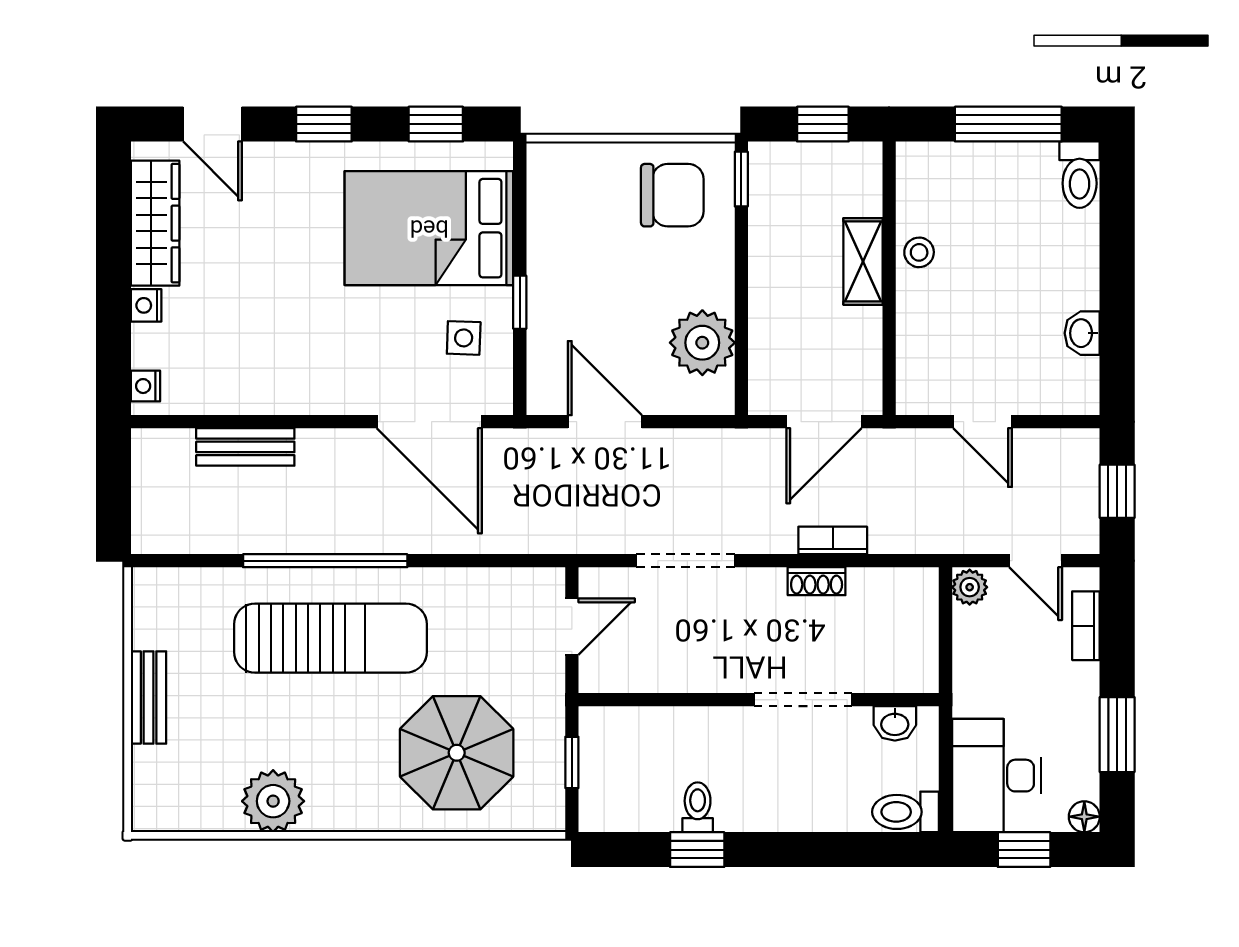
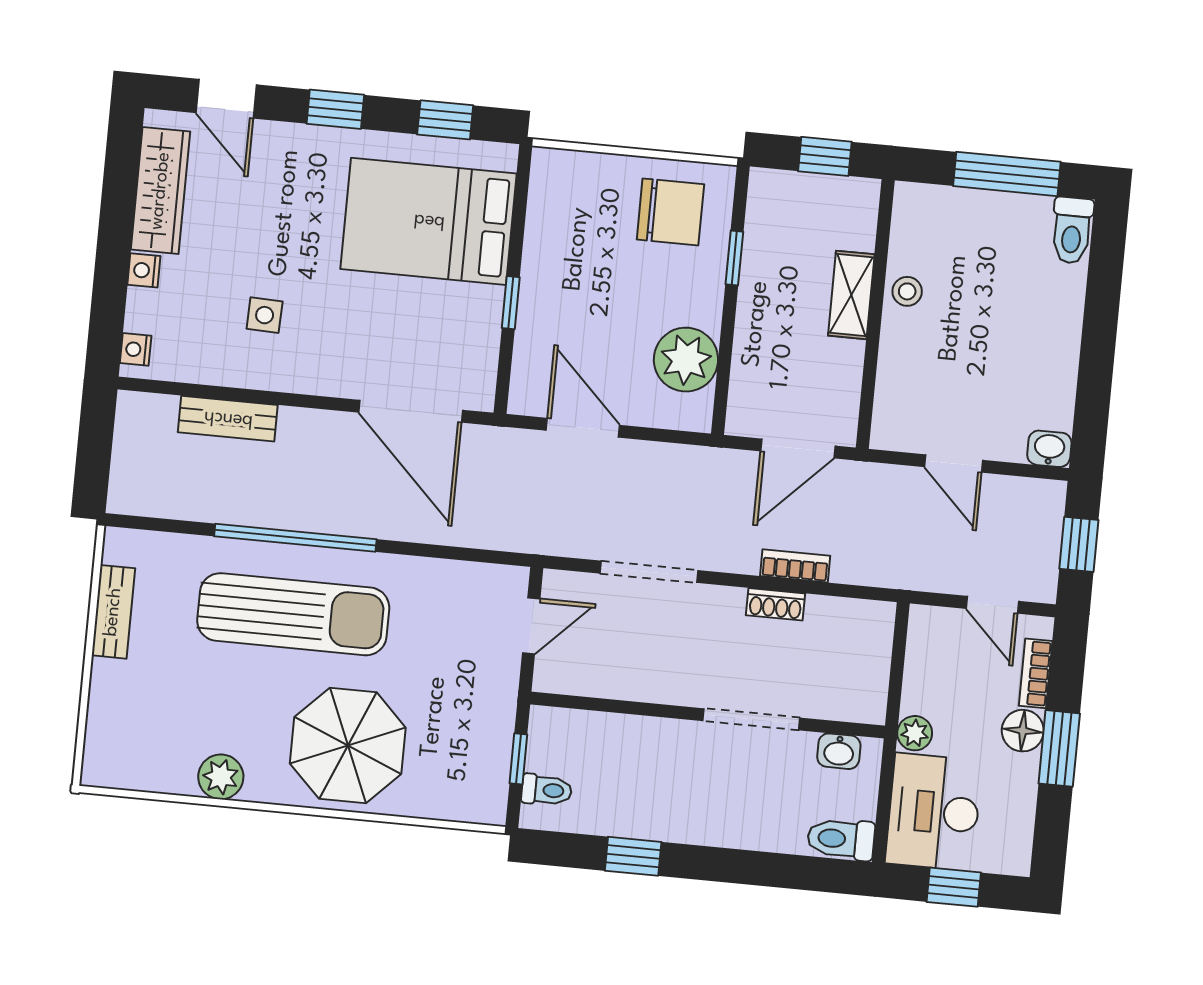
window: (741, 179) -> (734, 258), moved
washbasin: (1082, 333) -> (1049, 449), moved, turned 90
side table: (464, 338) -> (265, 315), moved
plant: (970, 587) -> (915, 733), moved
bench: (149, 697) -> (113, 612), moved
window: (1117, 735) -> (1059, 748), moved
parasol: (457, 753) -> (348, 746), moved
plant: (273, 801) -> (221, 777), width x0.73, depth x0.73
toilet: (698, 807) -> (547, 790), moved, turned 90
floor lamp: (1084, 817) -> (1023, 731), moved, width x1.37, depth x1.37

